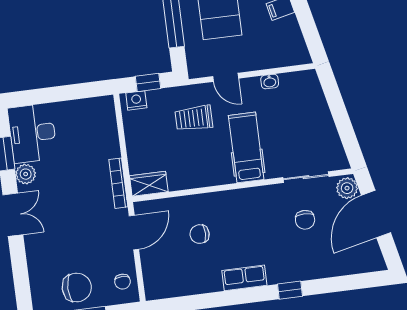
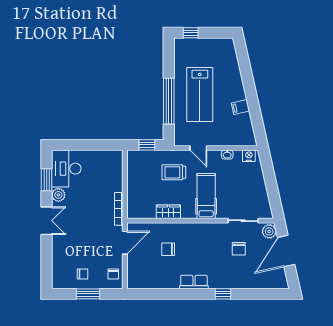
nightstand: (136, 100) -> (249, 156), moved
wardrobe: (149, 184) -> (168, 212), moved
chair: (77, 287) -> (83, 274), width x0.54, depth x0.54

